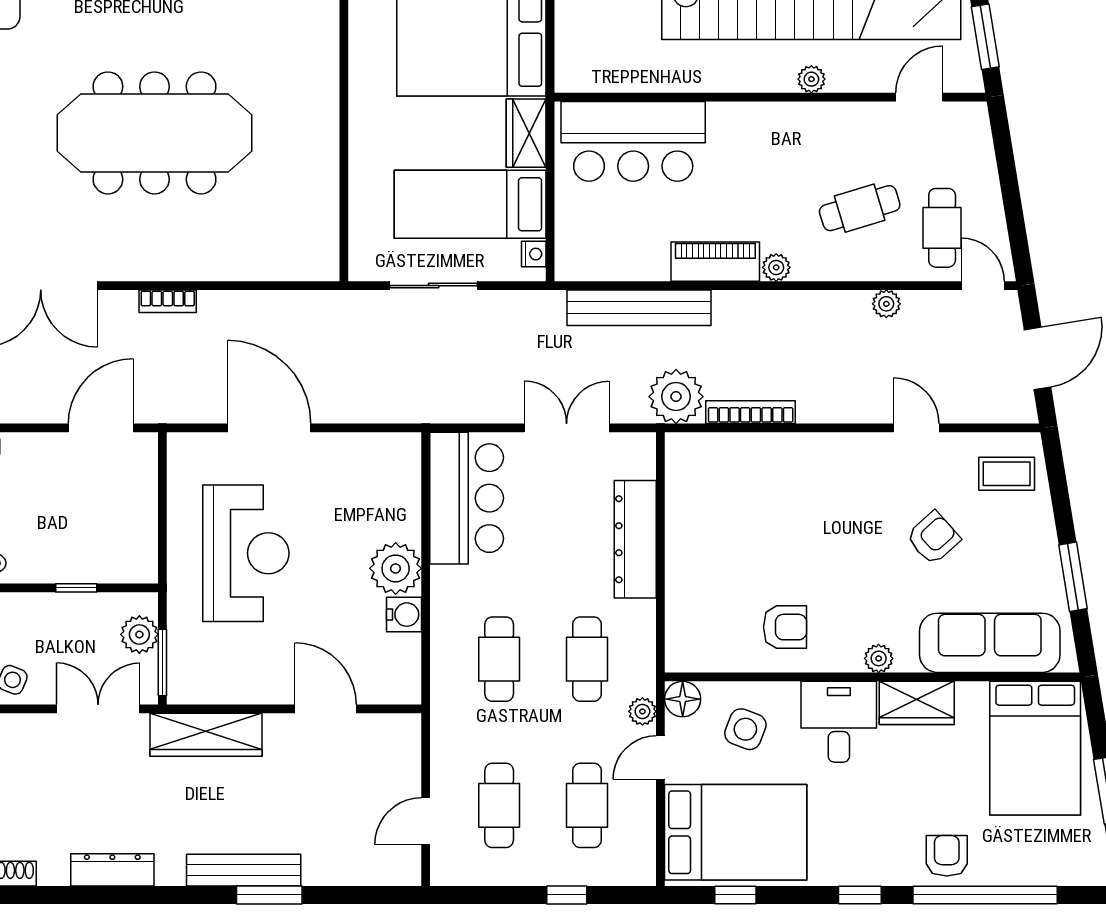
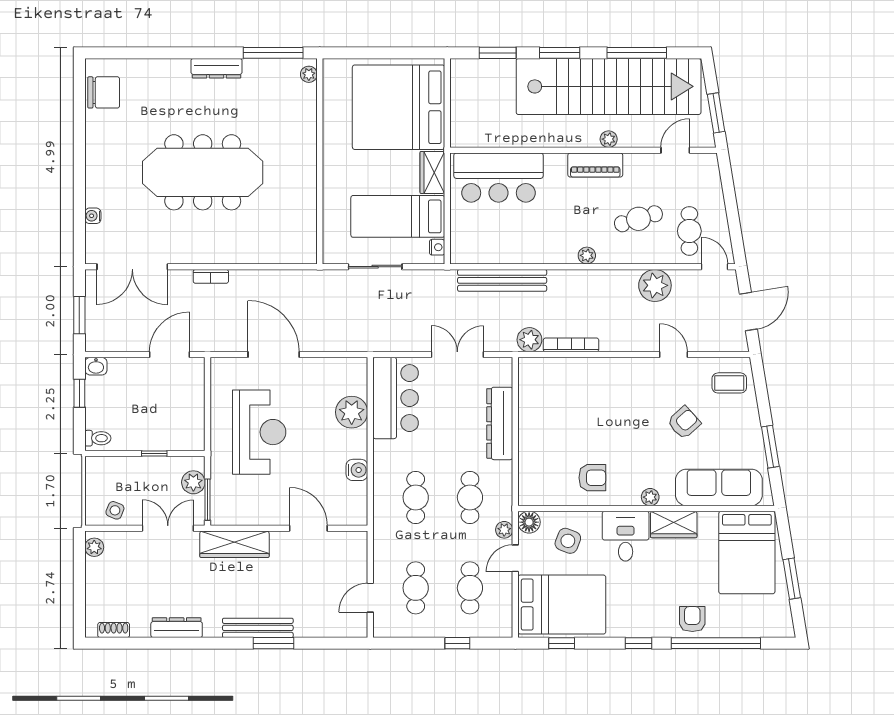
piano: (715, 262) -> (595, 165), moved, turned 180
plant: (886, 304) -> (655, 285), width x1.88, depth x1.88
plant: (676, 397) -> (529, 340), width x0.73, depth x0.73
plant: (396, 568) -> (352, 412), moved

